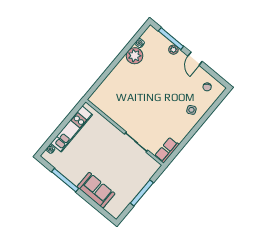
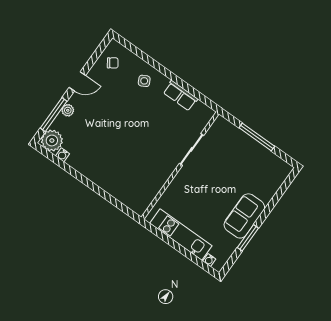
plant: (135, 56) -> (52, 140), moved
row of seats: (167, 150) -> (180, 96), moved
window: (65, 180) -> (248, 238), width x0.69
sofa: (96, 190) -> (244, 216), moved

